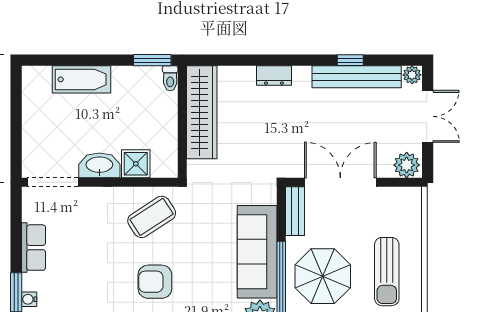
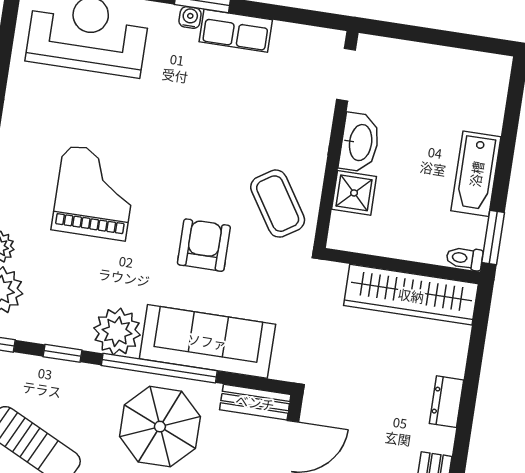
bathtub: (82, 79) -> (476, 174), moved
doorway: (53, 182) -> (346, 75), width x0.73
row of seats: (34, 248) -> (236, 31), moved
armchair: (155, 282) -> (204, 245), moved

